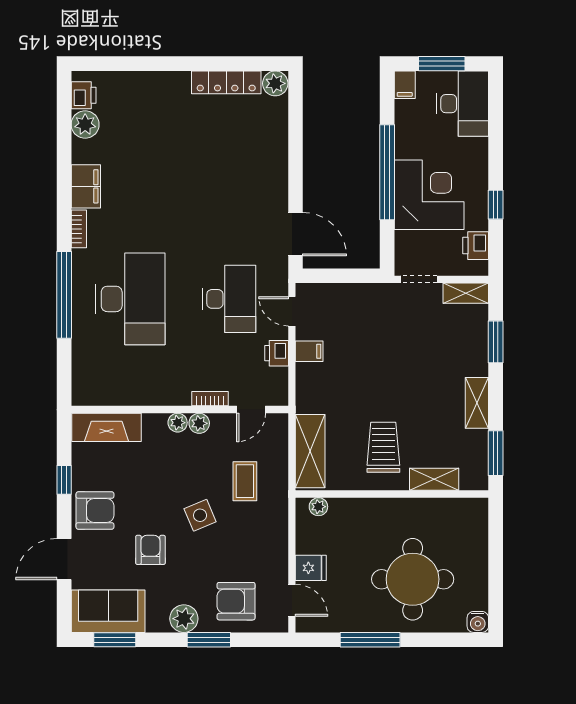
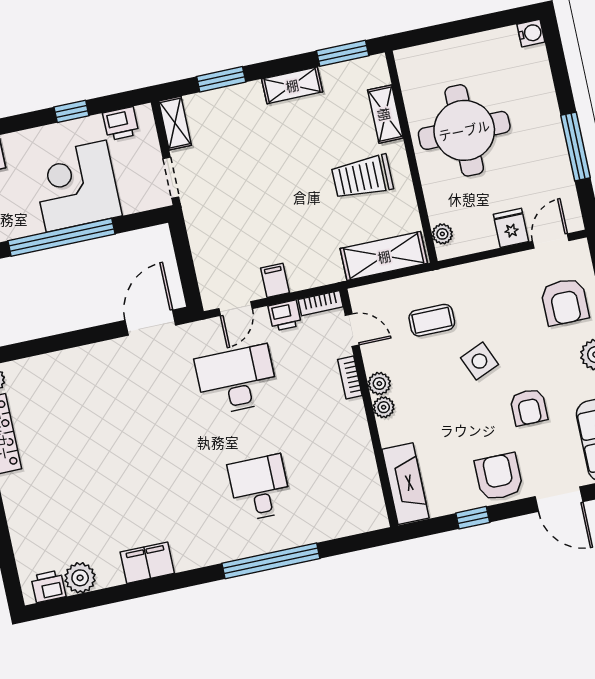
bookcase: (79, 229) -> (321, 303), moved, turned 180
desk: (130, 299) -> (260, 488), width x0.53, depth x0.77
armchair: (150, 550) -> (529, 407), turned -90
round table: (413, 579) -> (464, 130), moved

